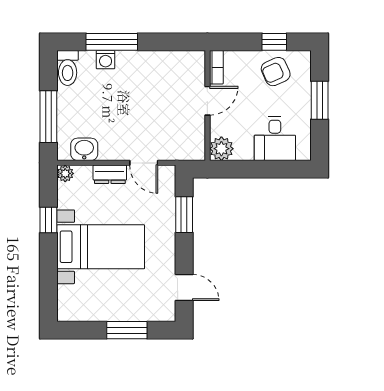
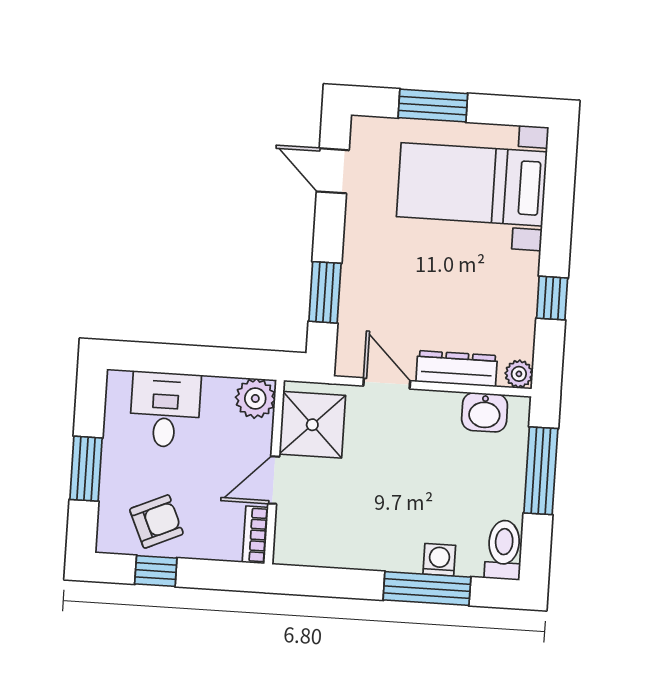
shower: (186, 135) -> (312, 425), added
dresser: (110, 174) -> (457, 369), width x1.44
bed with nightstands: (101, 247) -> (472, 184), moved

